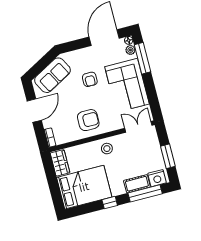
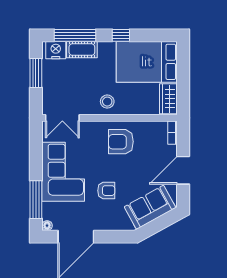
plant: (130, 50) -> (48, 213), removed
armchair: (90, 79) -> (106, 191), turned 90

